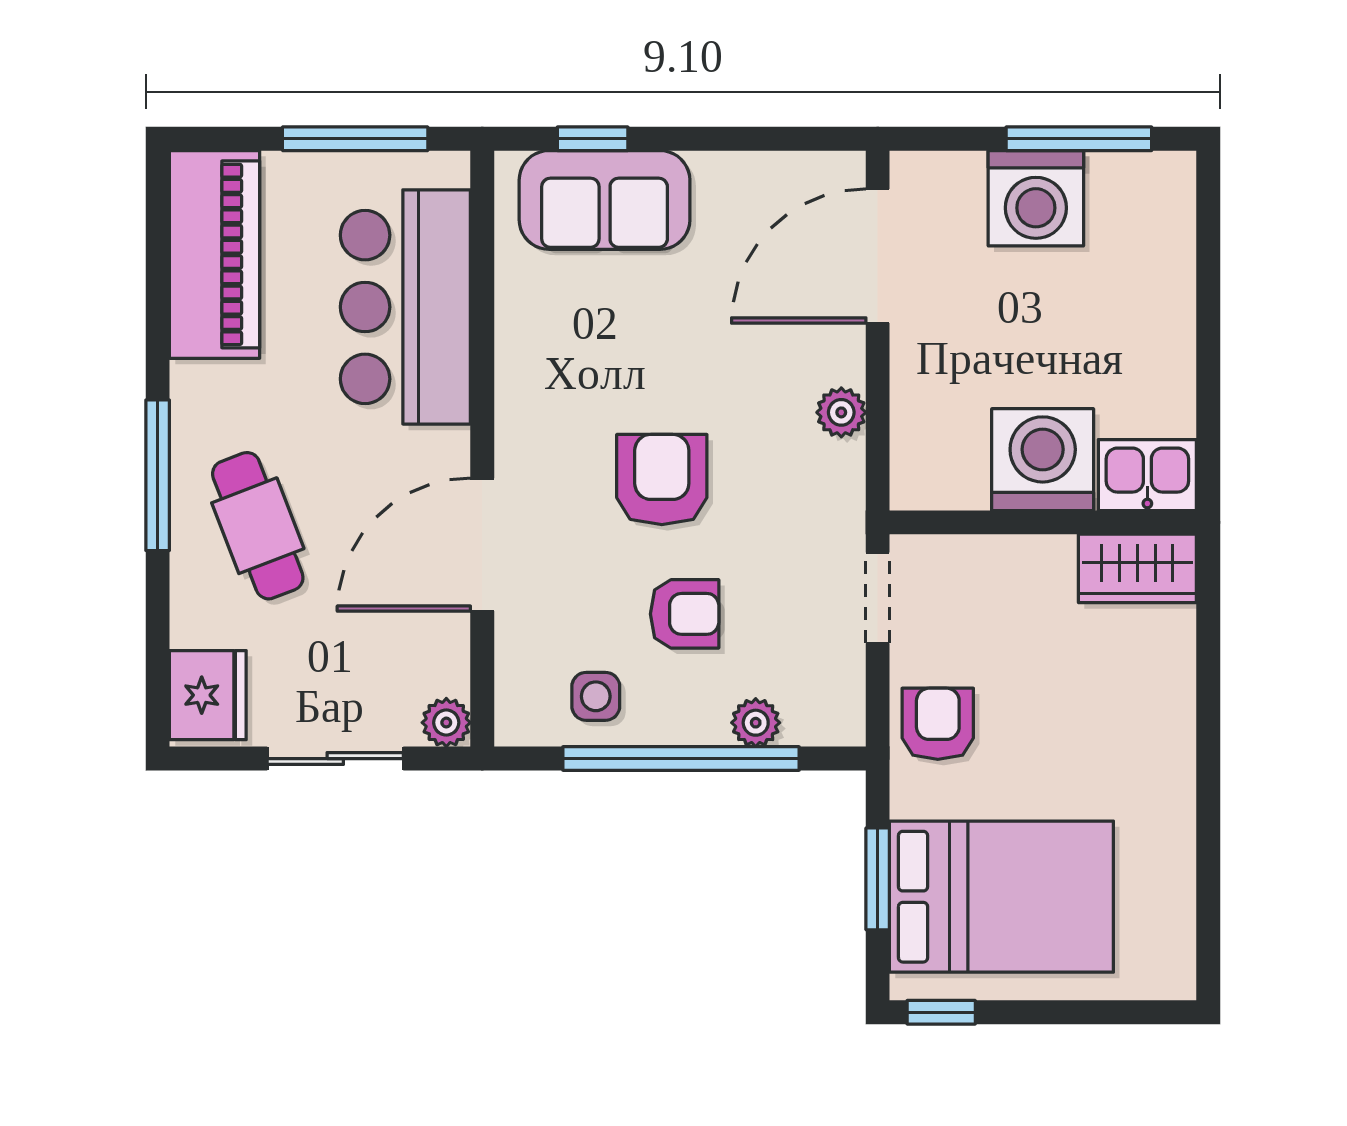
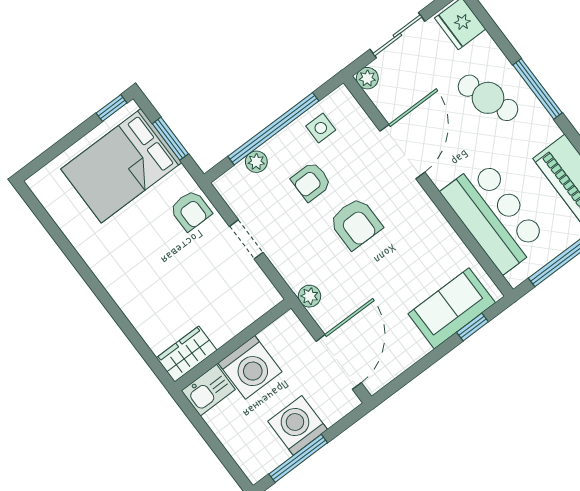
washing machine: (1043, 460) -> (250, 367), moved
kitchen sink: (1147, 475) -> (208, 390), moved
wall: (1043, 522) -> (233, 345), moved
wardrobe: (1137, 568) -> (187, 354), moved

